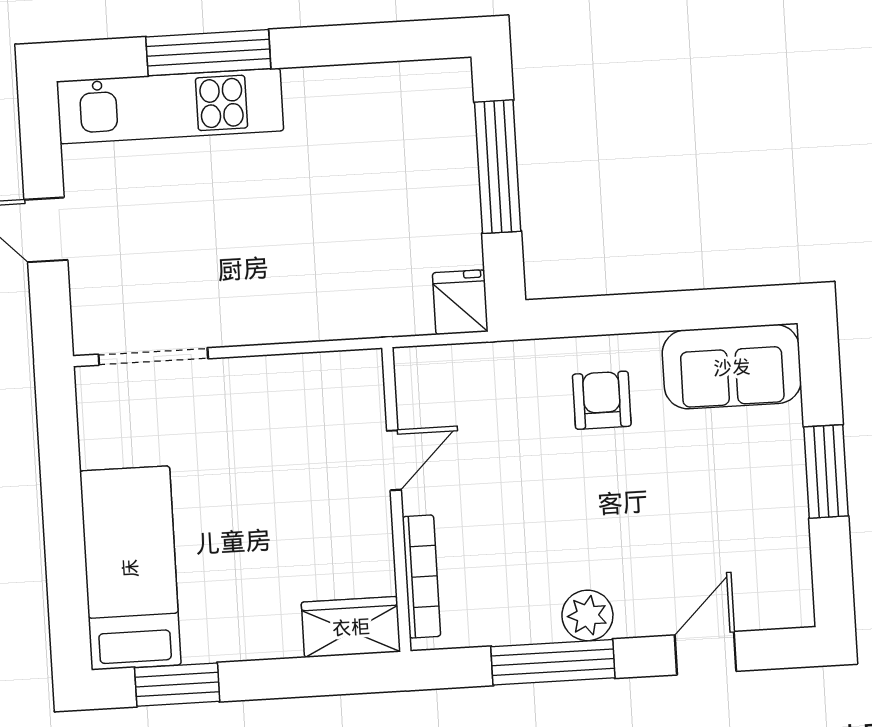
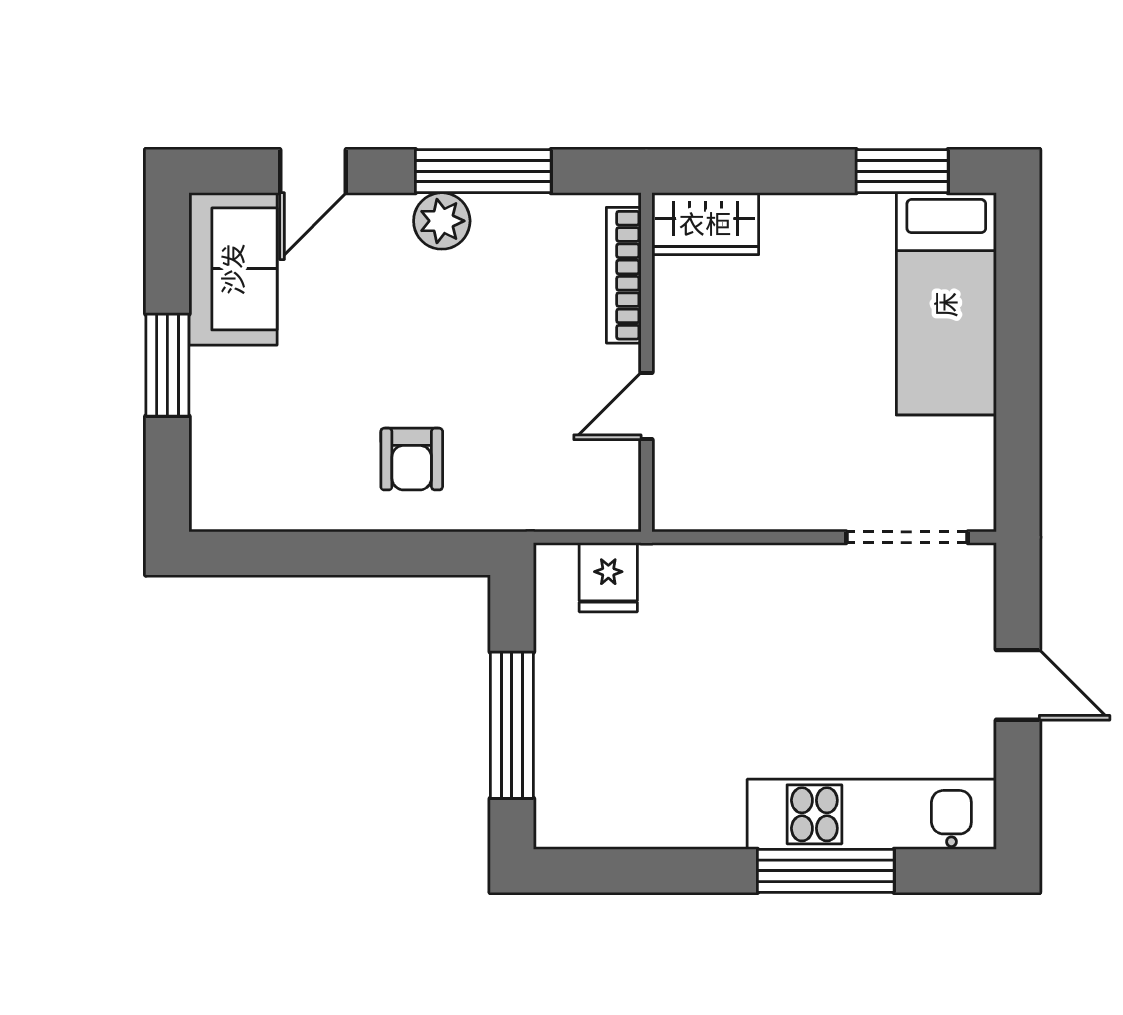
fridge: (460, 302) -> (608, 577), moved
sofa: (732, 367) -> (233, 269), moved, turned 90

